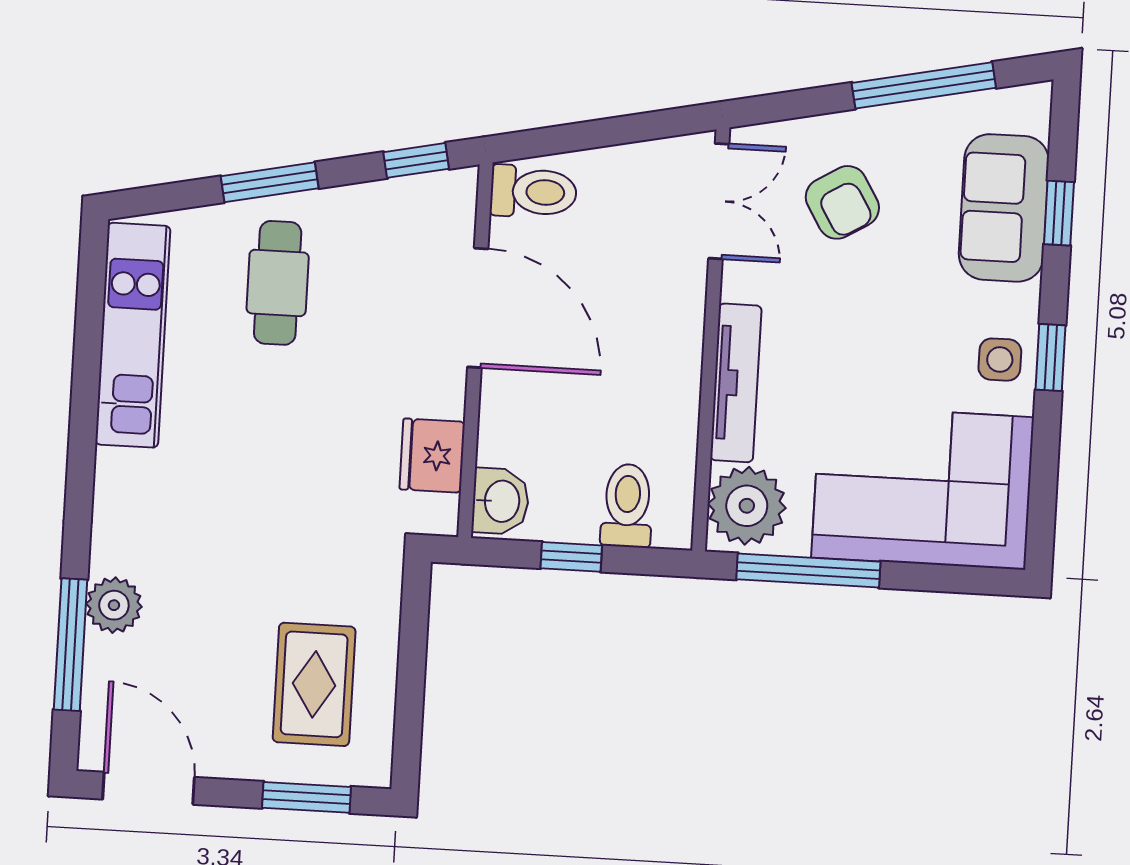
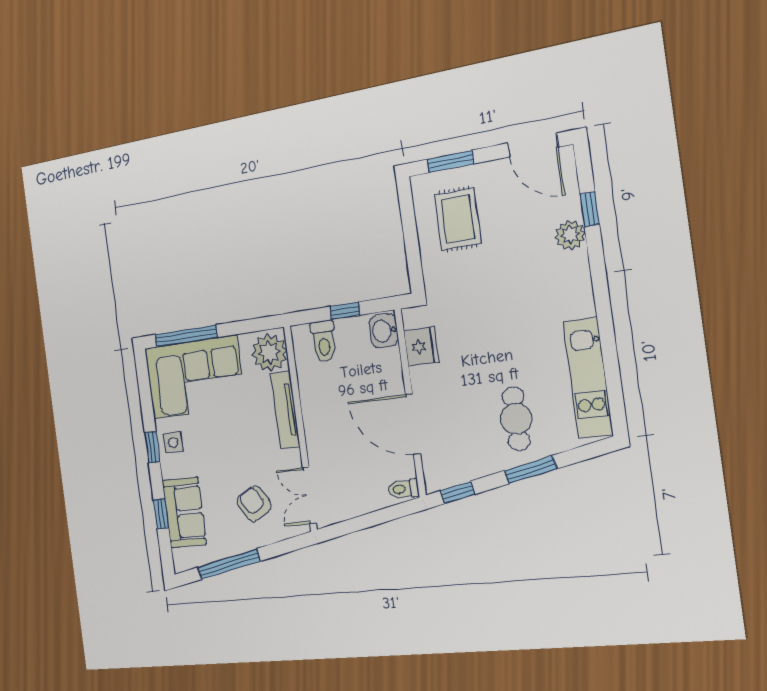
toilet: (533, 192) -> (403, 489), width x0.73, depth x0.72
window: (808, 570) -> (186, 336), moved
window: (71, 645) -> (590, 209), width x0.46

